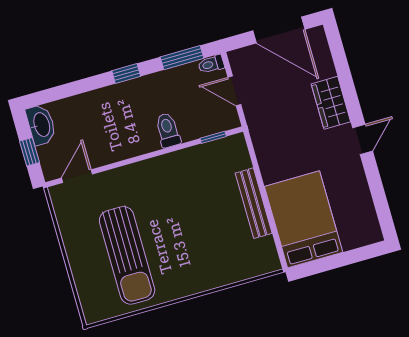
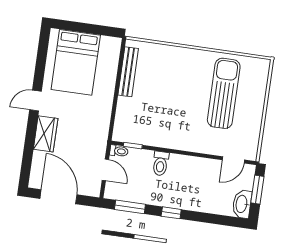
toilet: (211, 64) -> (119, 151), moved
window: (30, 152) -> (257, 190), width x1.50
bench: (254, 203) -> (128, 72), moved
bed: (304, 219) -> (76, 62), moved

